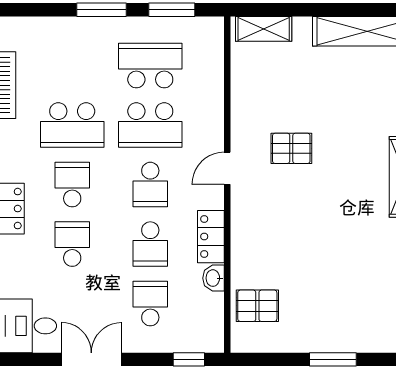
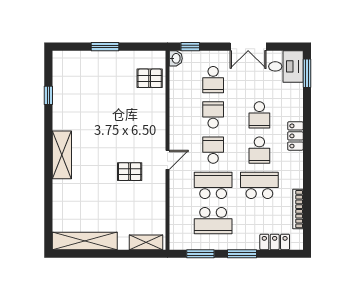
locker: (211, 237) -> (275, 242), moved, turned -90
washbasin: (213, 278) -> (176, 58), moved

